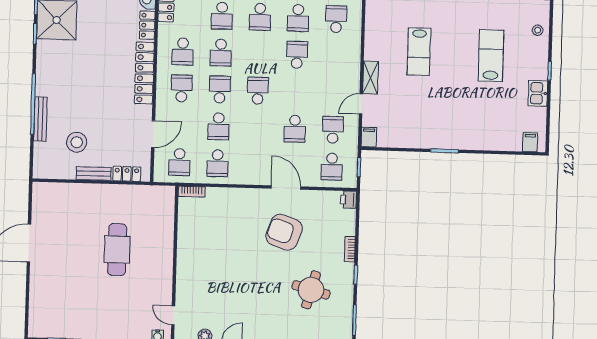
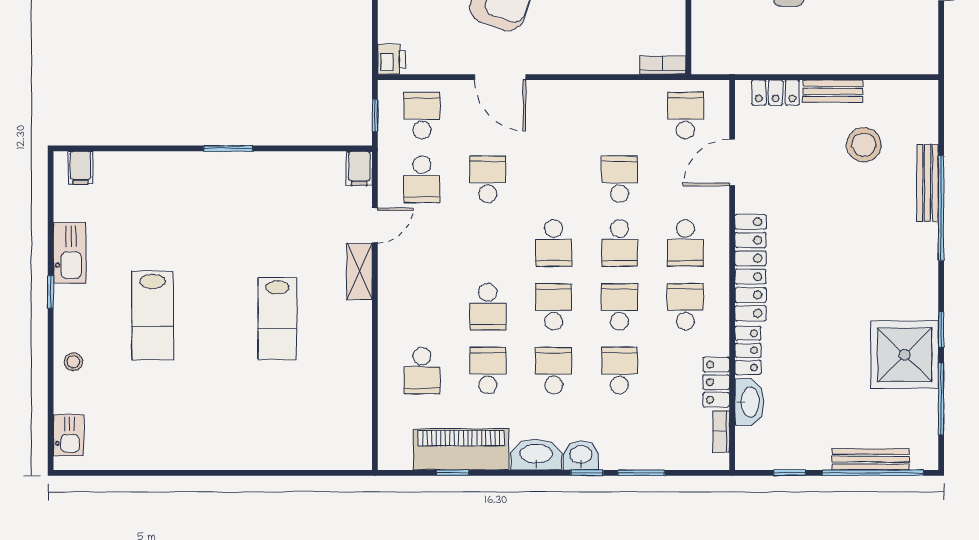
lab bench: (419, 52) -> (277, 319), turned 180
kitchen sink: (538, 93) -> (70, 253), width x1.38
school desk: (217, 163) -> (554, 307), moved

